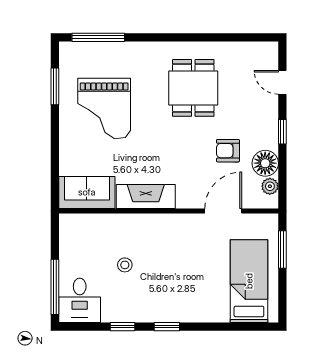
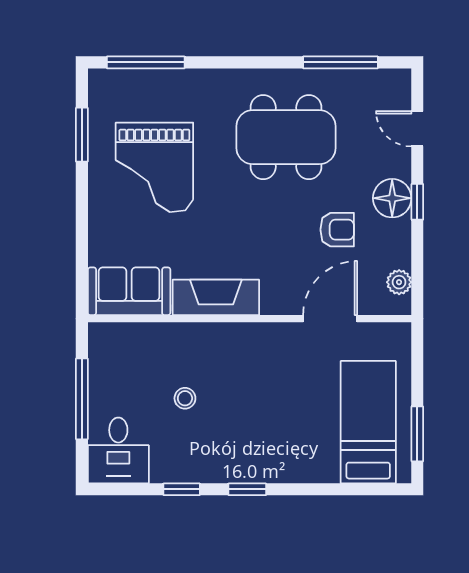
window: (230, 37) -> (340, 62), added
dining table: (193, 88) -> (286, 137), width x1.38
armchair: (228, 151) -> (337, 230), turned 180
floor lamp: (265, 163) -> (392, 198), moved
window: (282, 250) -> (417, 434), moved
window: (55, 287) -> (82, 399), moved

